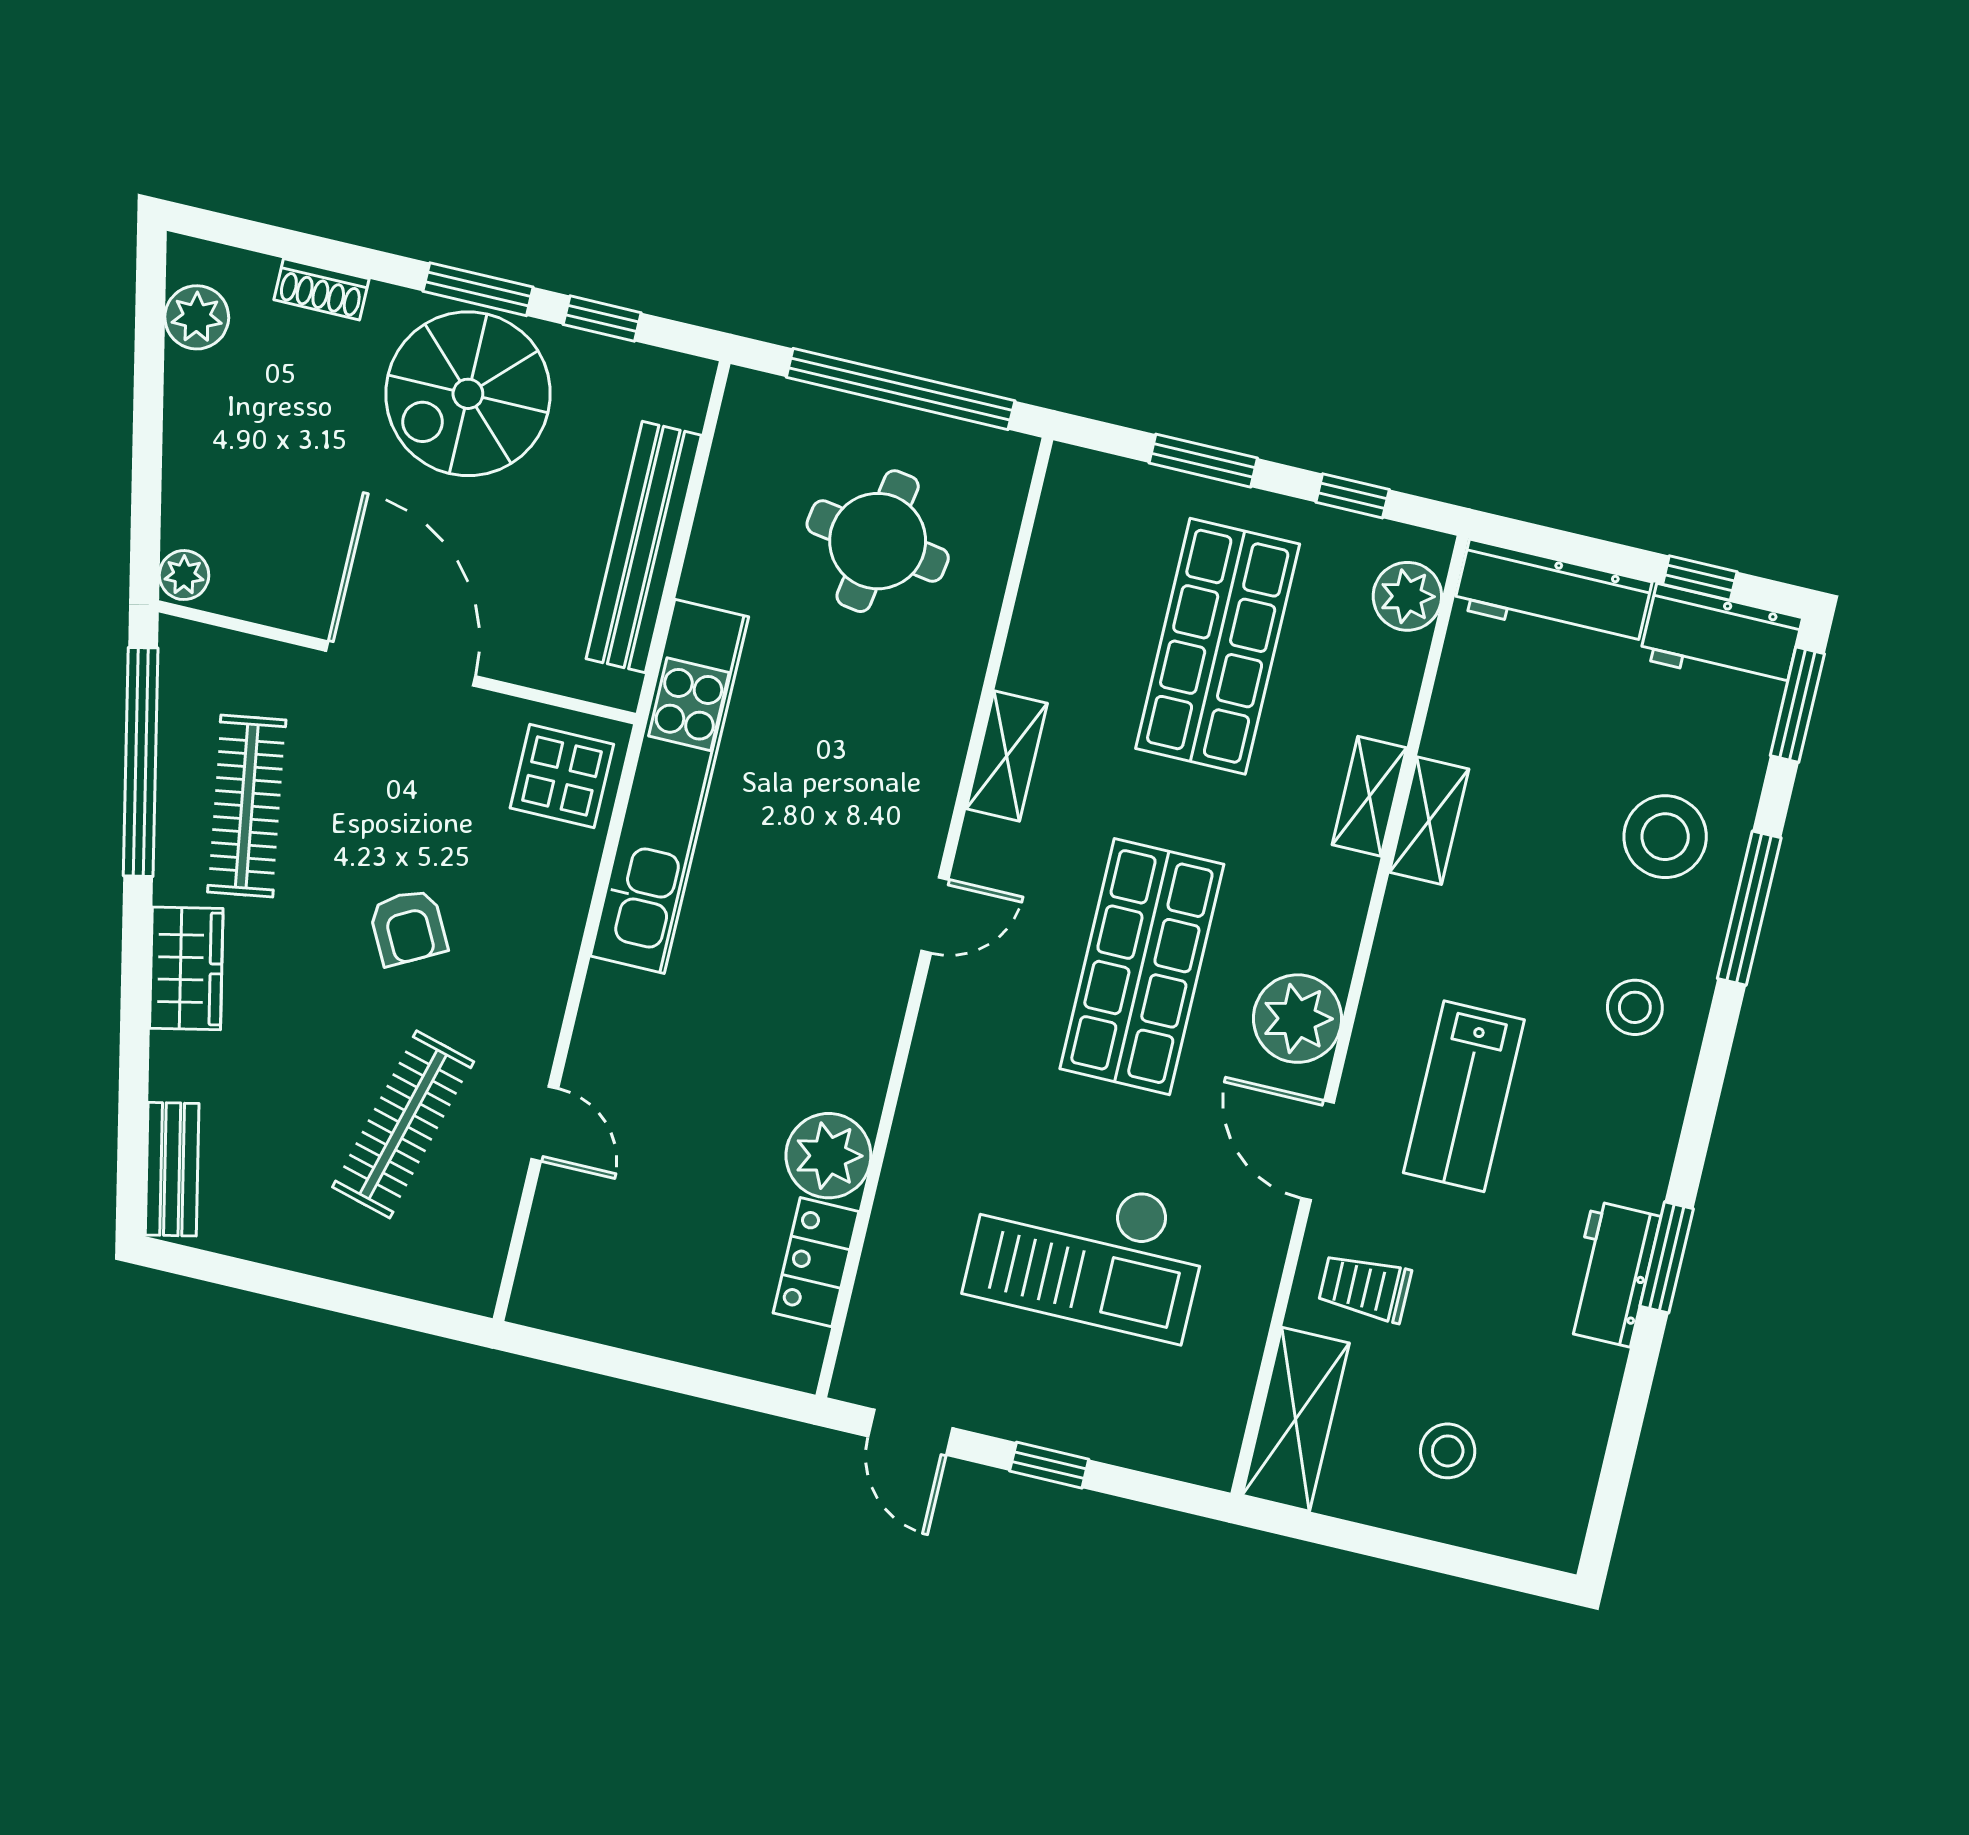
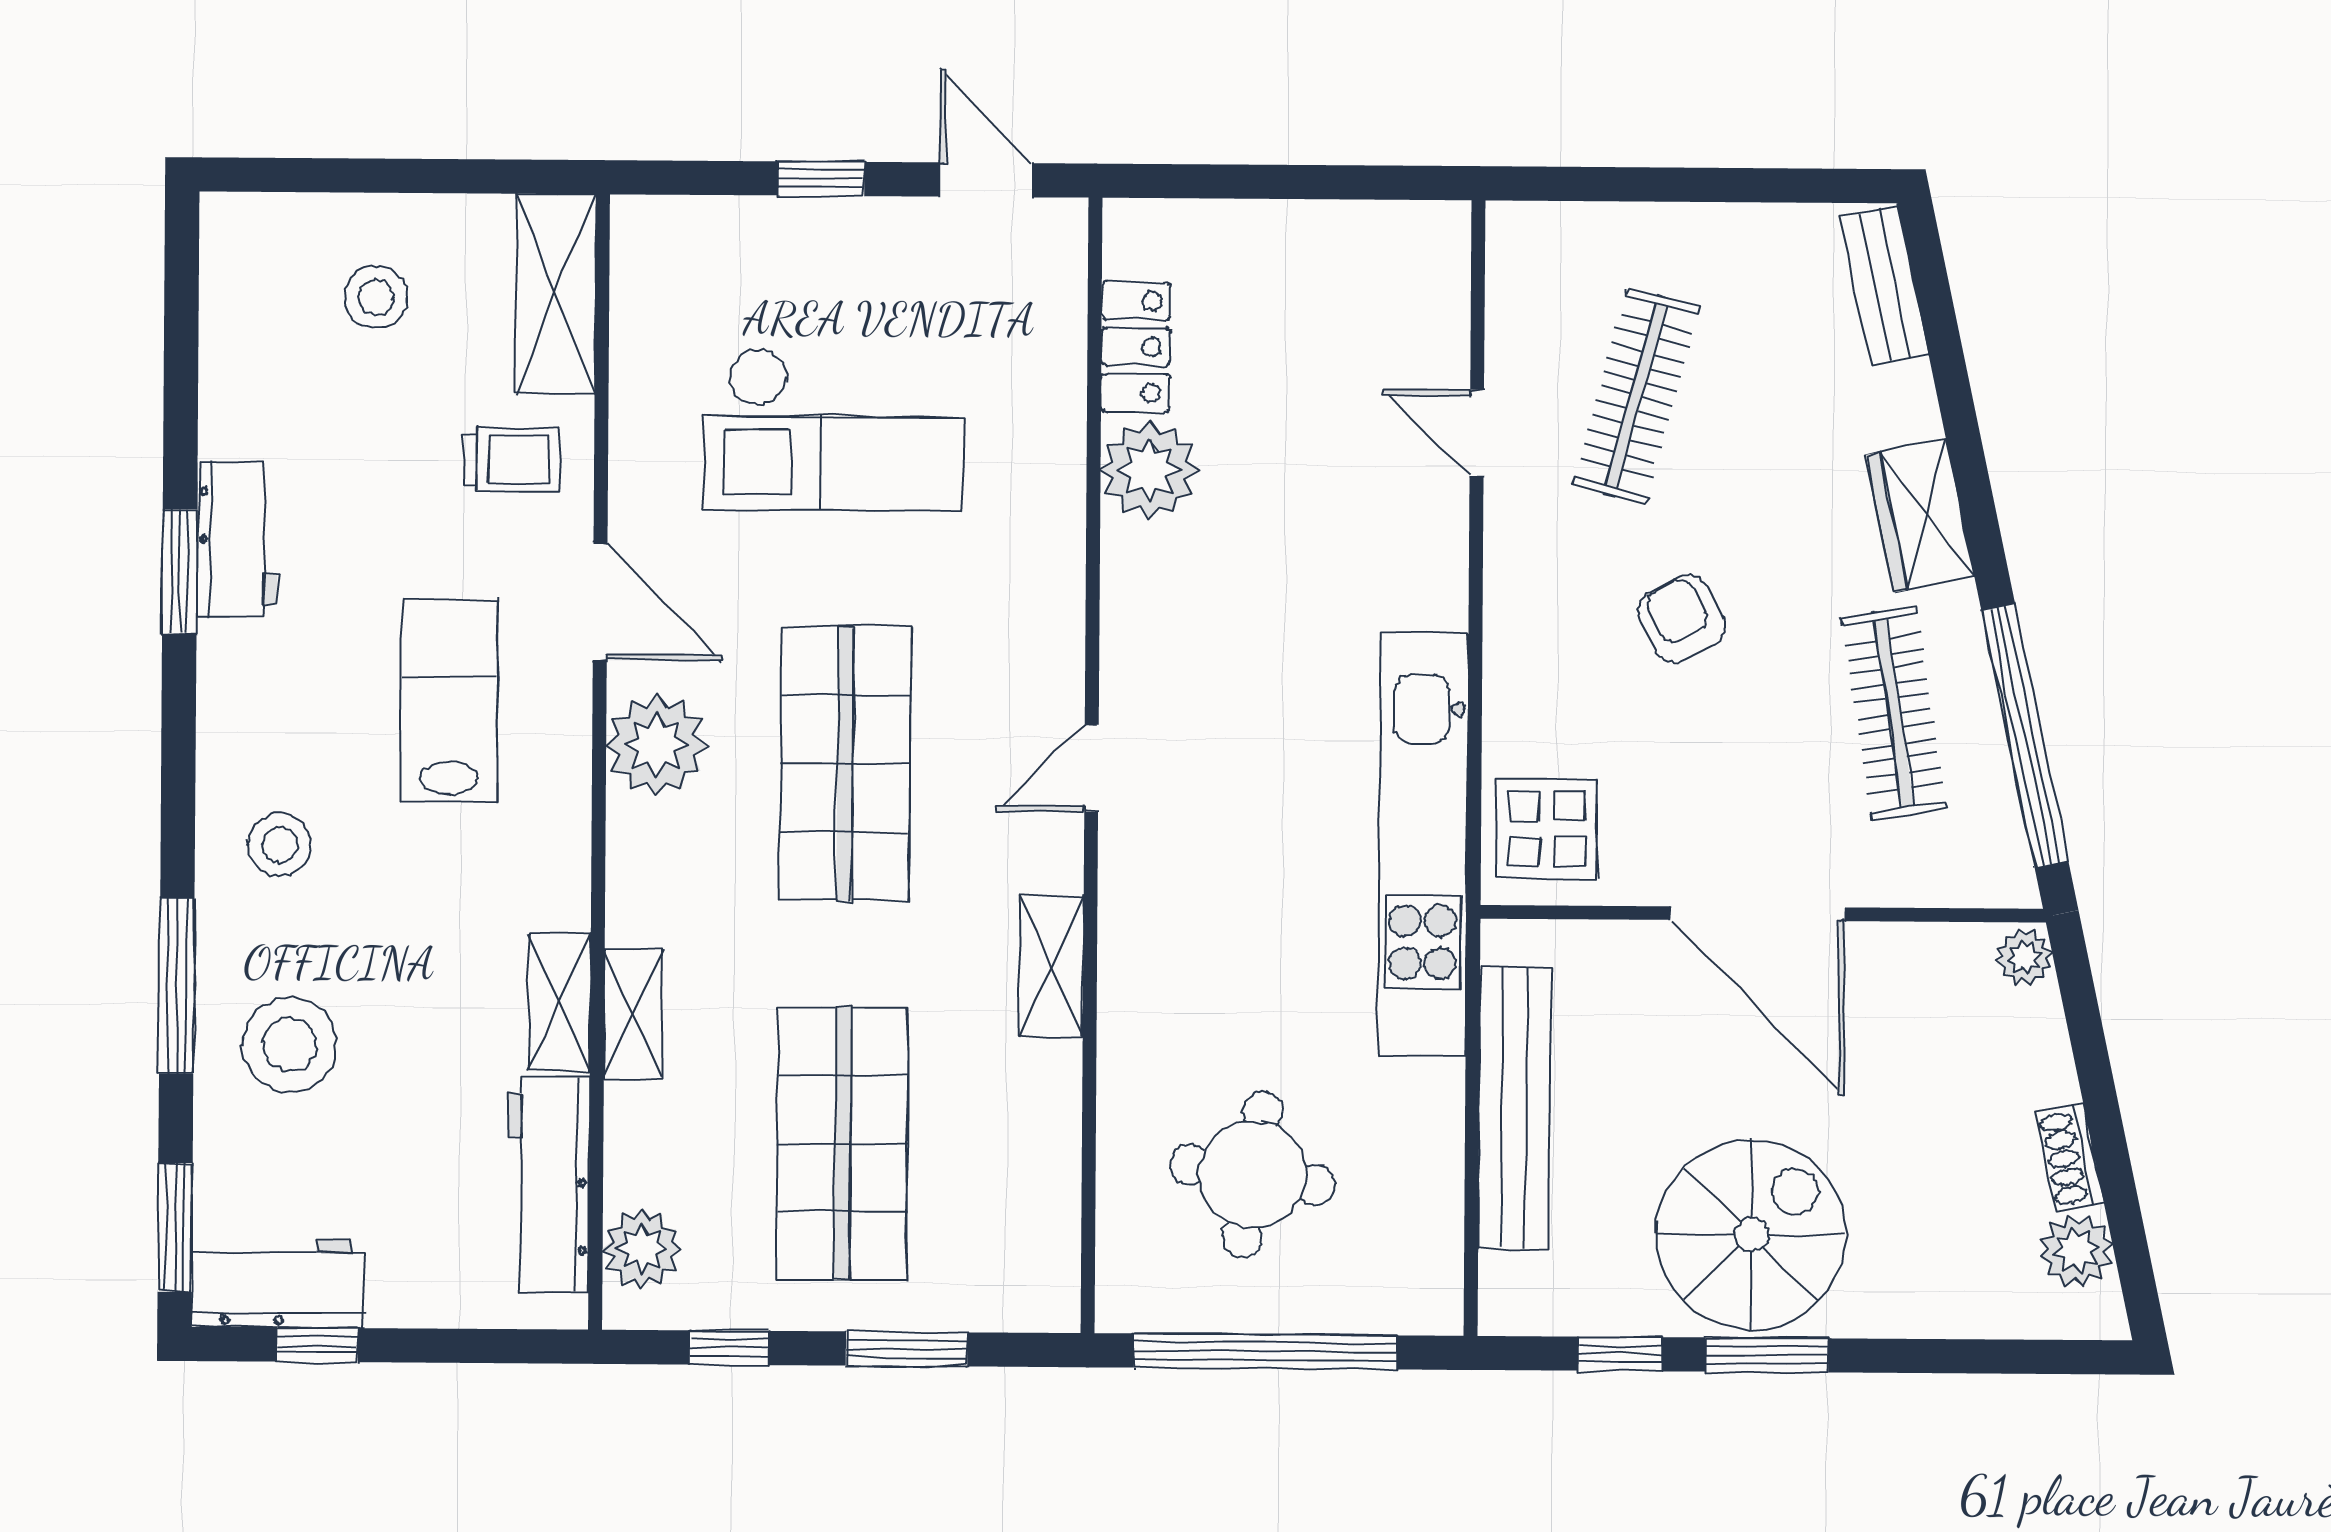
shoe rack: (322, 289) -> (2069, 1157), moved, turned -102
workbench: (1553, 595) -> (548, 1184), moved, turned -90
checkout: (1087, 1251) -> (833, 429), turned 180

